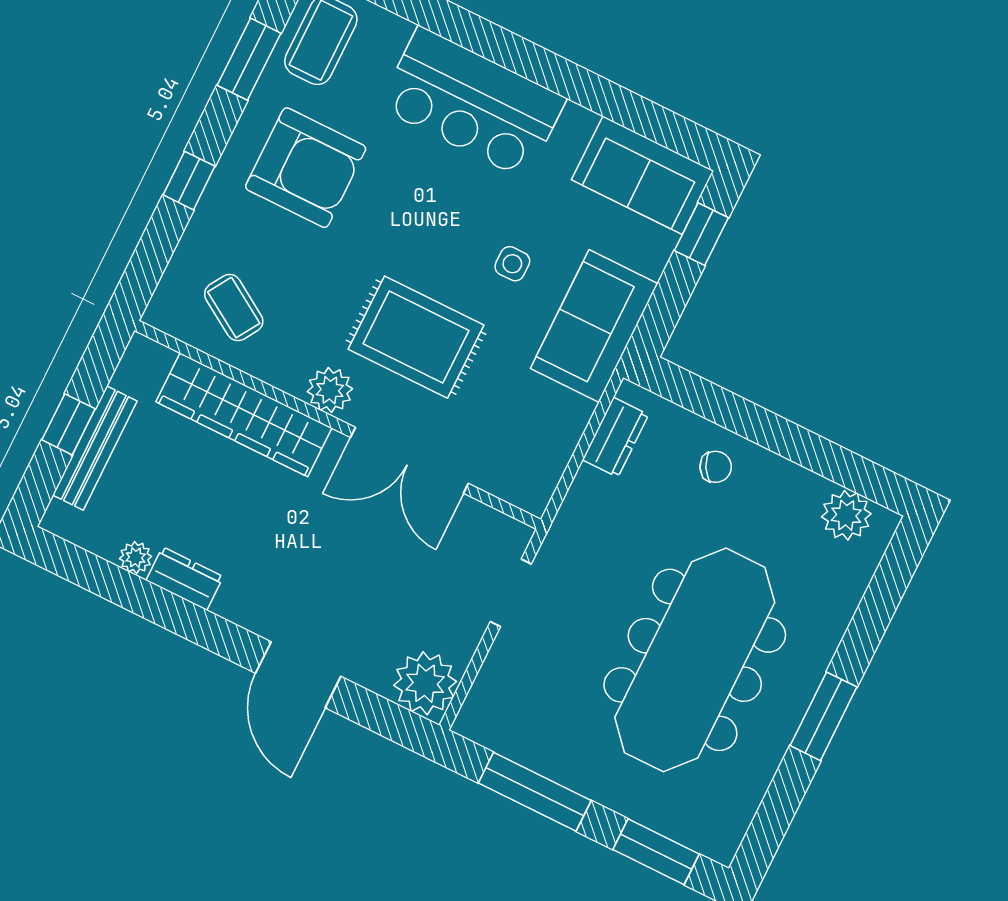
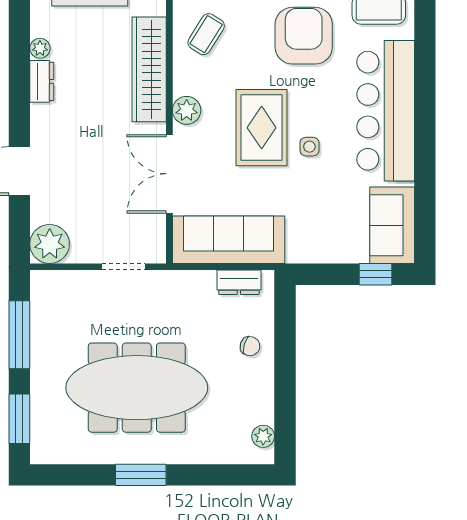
bar counter: (472, 103) -> (386, 111), width x1.36
armchair: (306, 168) -> (304, 36), turned 180
side table: (512, 264) -> (309, 147), moved
sofa: (594, 326) -> (229, 240), moved, width x1.36
rug: (416, 337) -> (262, 128), moved
chair: (716, 467) -> (250, 346), turned -45
plant: (846, 515) -> (263, 436), width x0.73, depth x0.73

